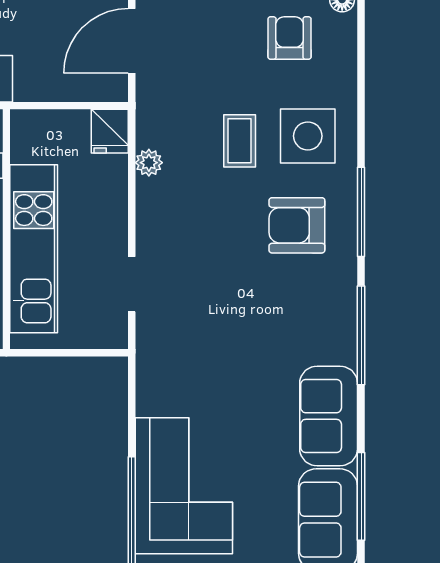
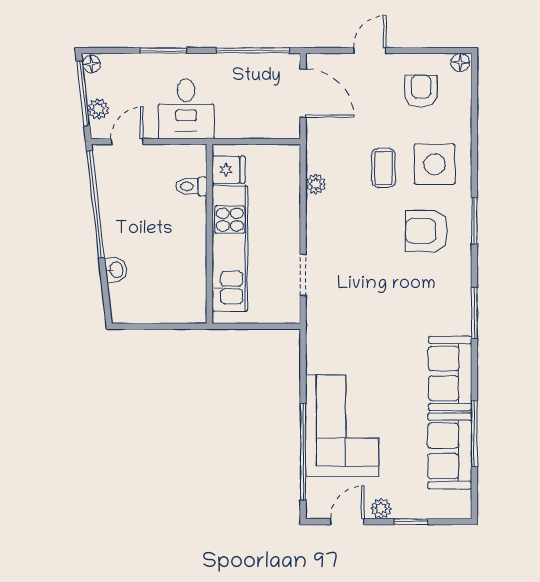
door: (132, 41) -> (303, 93), swing flipped
fridge: (110, 131) -> (228, 170), moved, turned -90
window: (361, 212) -> (474, 221), width x0.69
window: (361, 335) -> (474, 313), width x0.69

